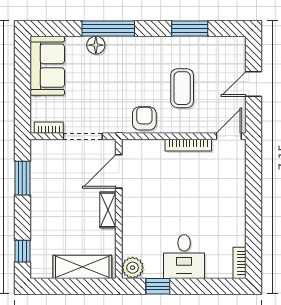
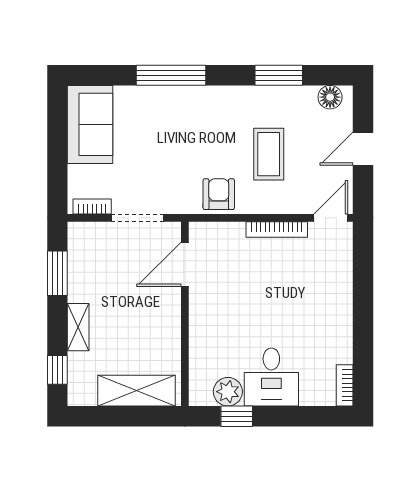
floor lamp: (96, 45) -> (330, 97), moved
shelving: (108, 210) -> (78, 327), moved
plant: (133, 268) -> (228, 392), moved

